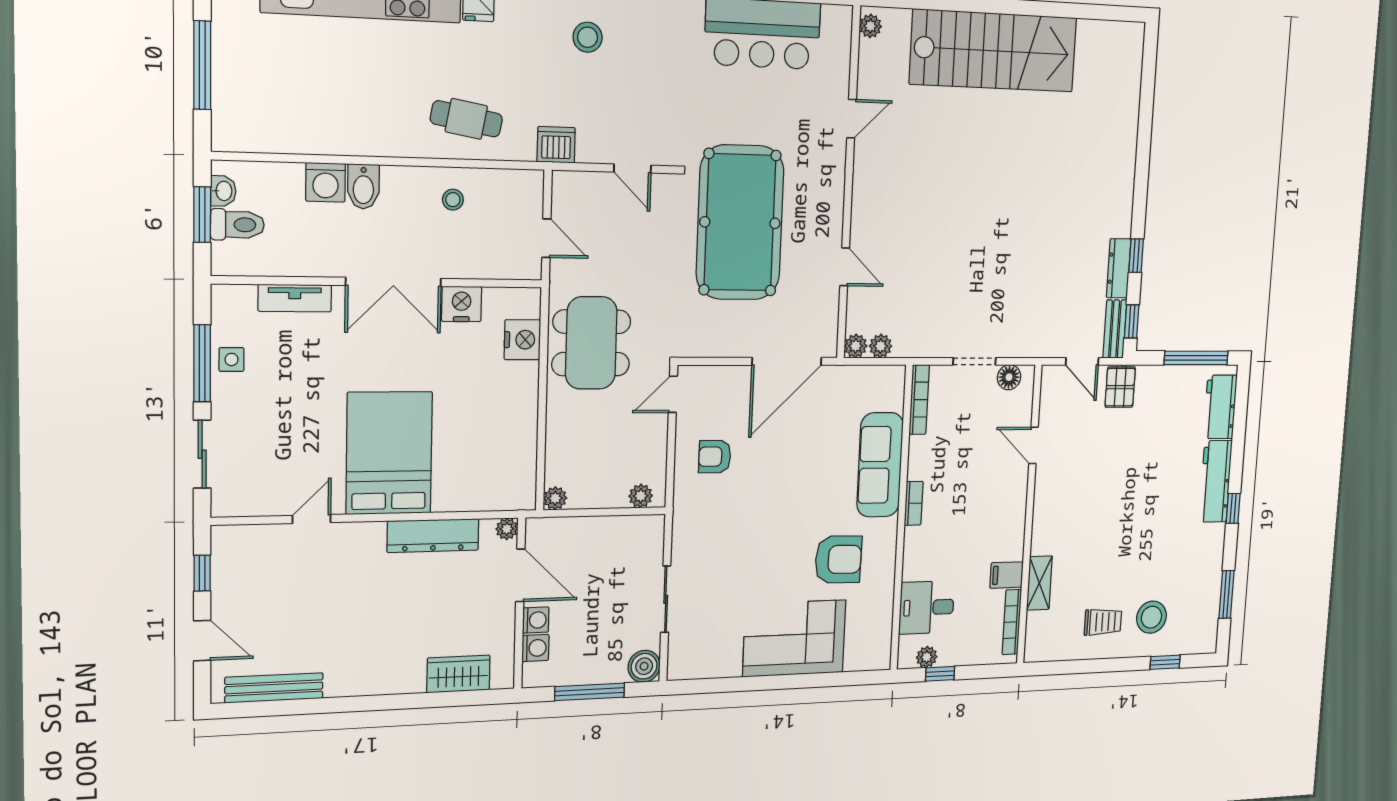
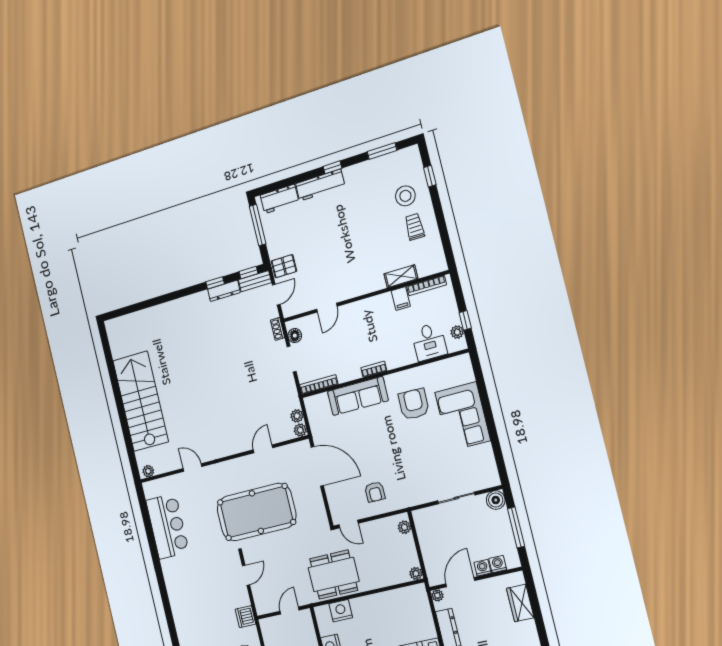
stool: (588, 37) -> (194, 613), removed
shoe rack: (1029, 349) -> (278, 329), added

